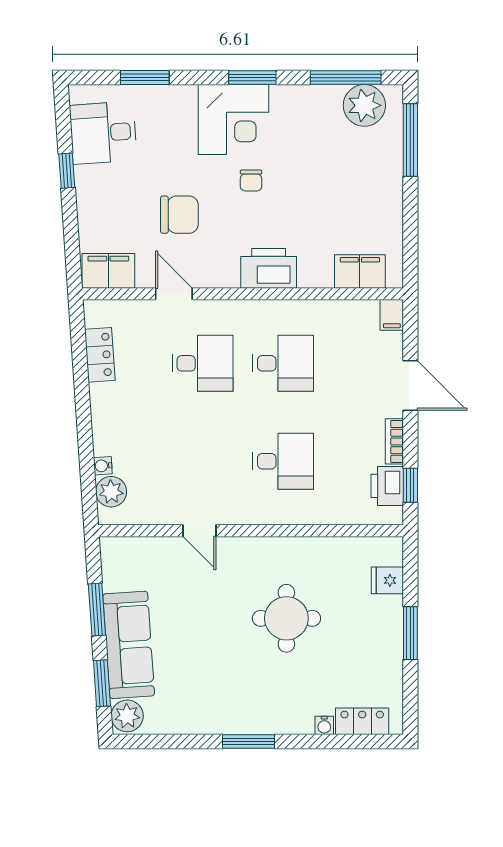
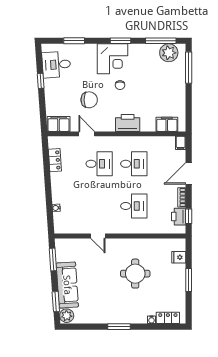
door: (410, 386) -> (189, 173), swing flipped
plant: (111, 492) -> (60, 219), removed
window: (97, 609) -> (53, 259), moved

